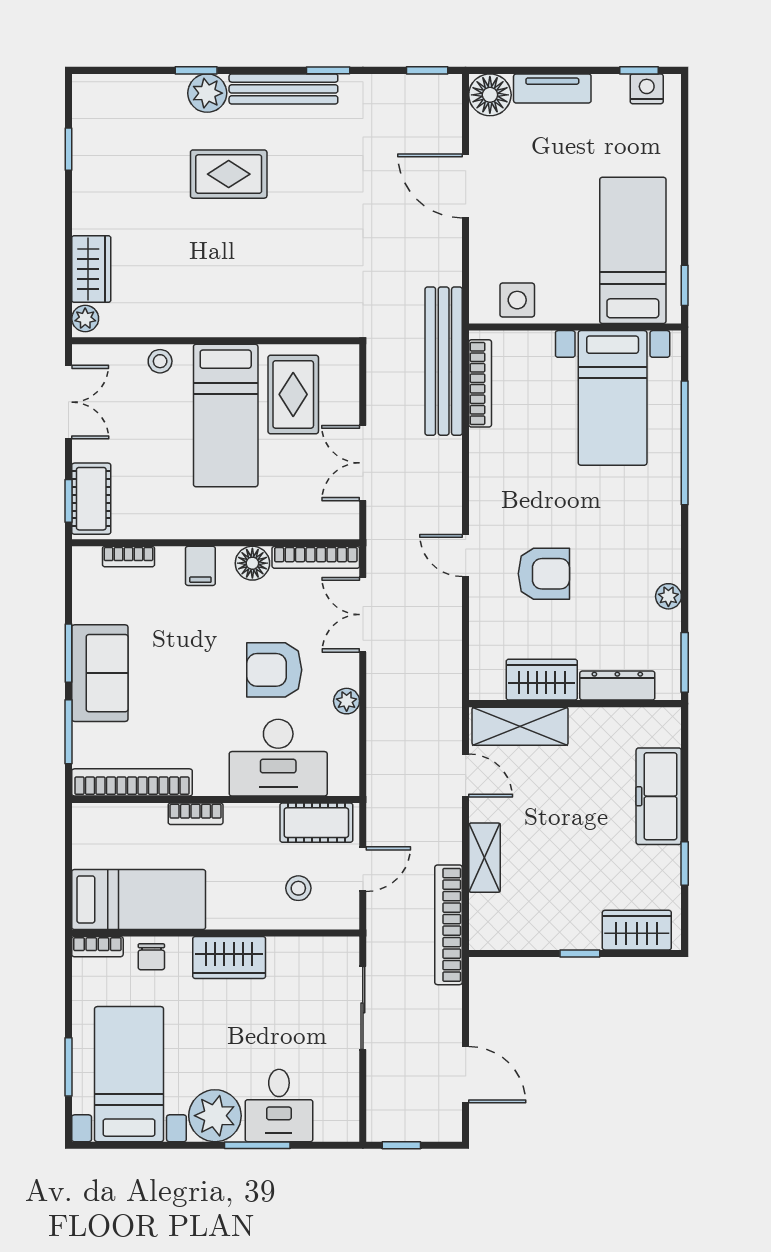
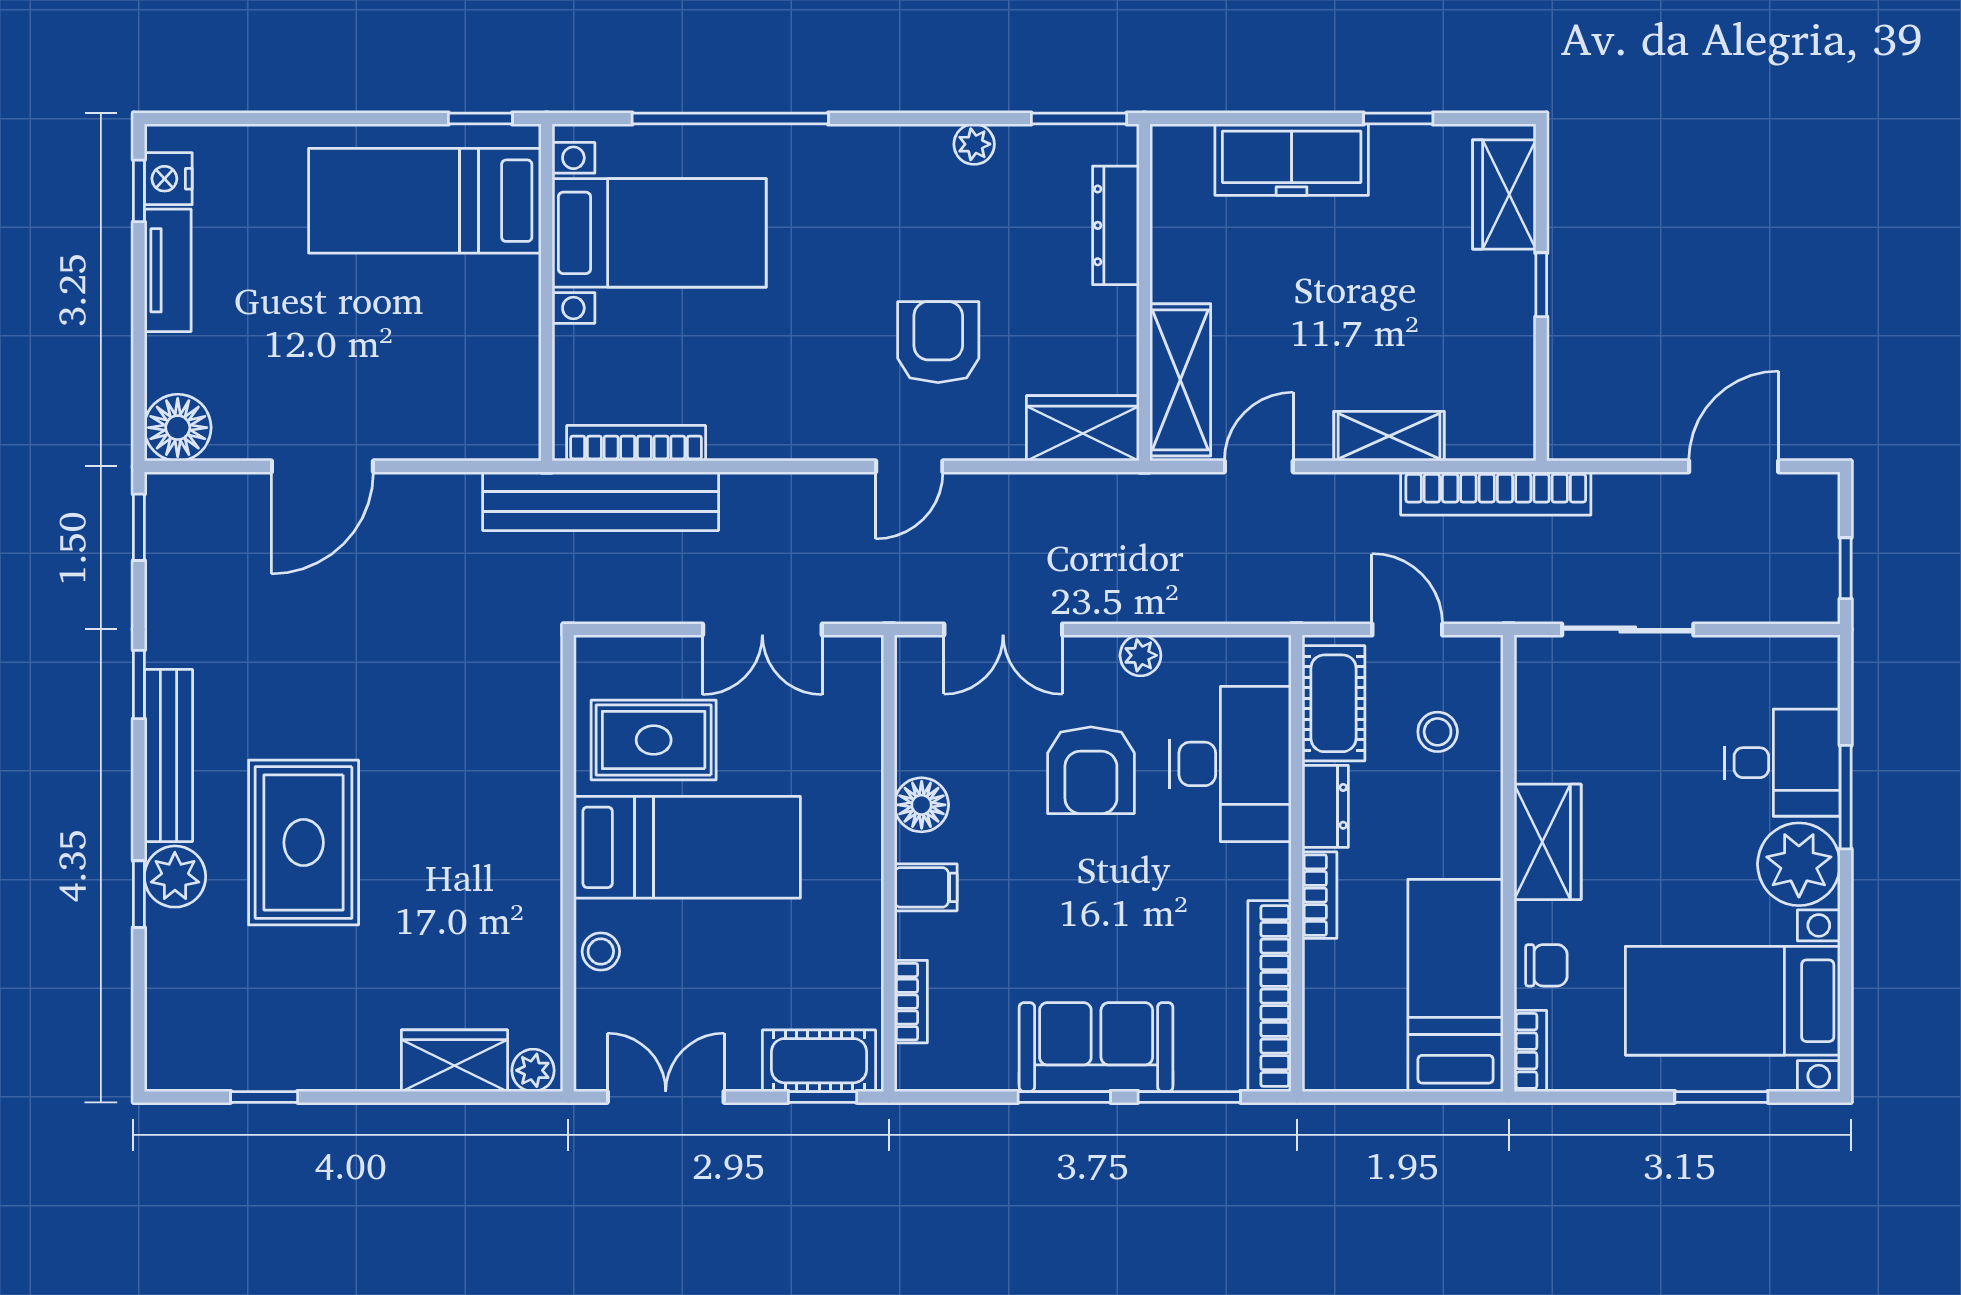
tv unit: (552, 88) -> (168, 270), moved
rug: (229, 174) -> (304, 842), width x1.36, depth x1.43
side table: (517, 300) -> (504, 384), removed
bookcase: (316, 557) -> (912, 704), removed
wardrobe: (542, 680) -> (1083, 428), moved, turned 90
dresser: (251, 817) -> (1325, 806), added

